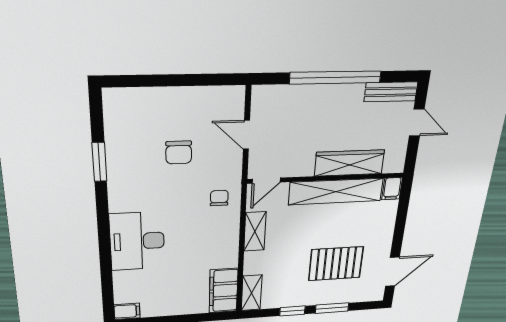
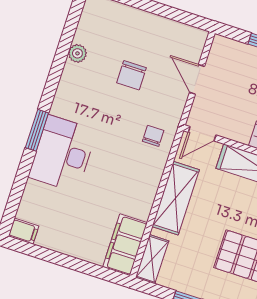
plant: (115, 151) -> (77, 53), added
window: (99, 162) -> (37, 130), moved
shelving: (255, 231) -> (176, 198), width x1.50, depth x1.33

